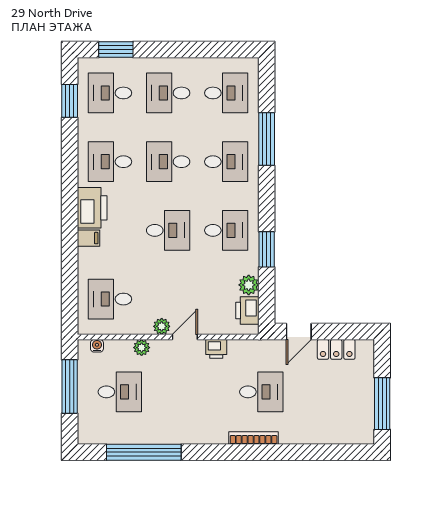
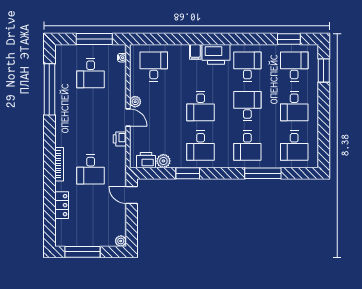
desk: (168, 93) -> (294, 106), turned 180
plant: (142, 348) -> (121, 241), moved
locker: (336, 349) -> (62, 205), moved, turned 180

